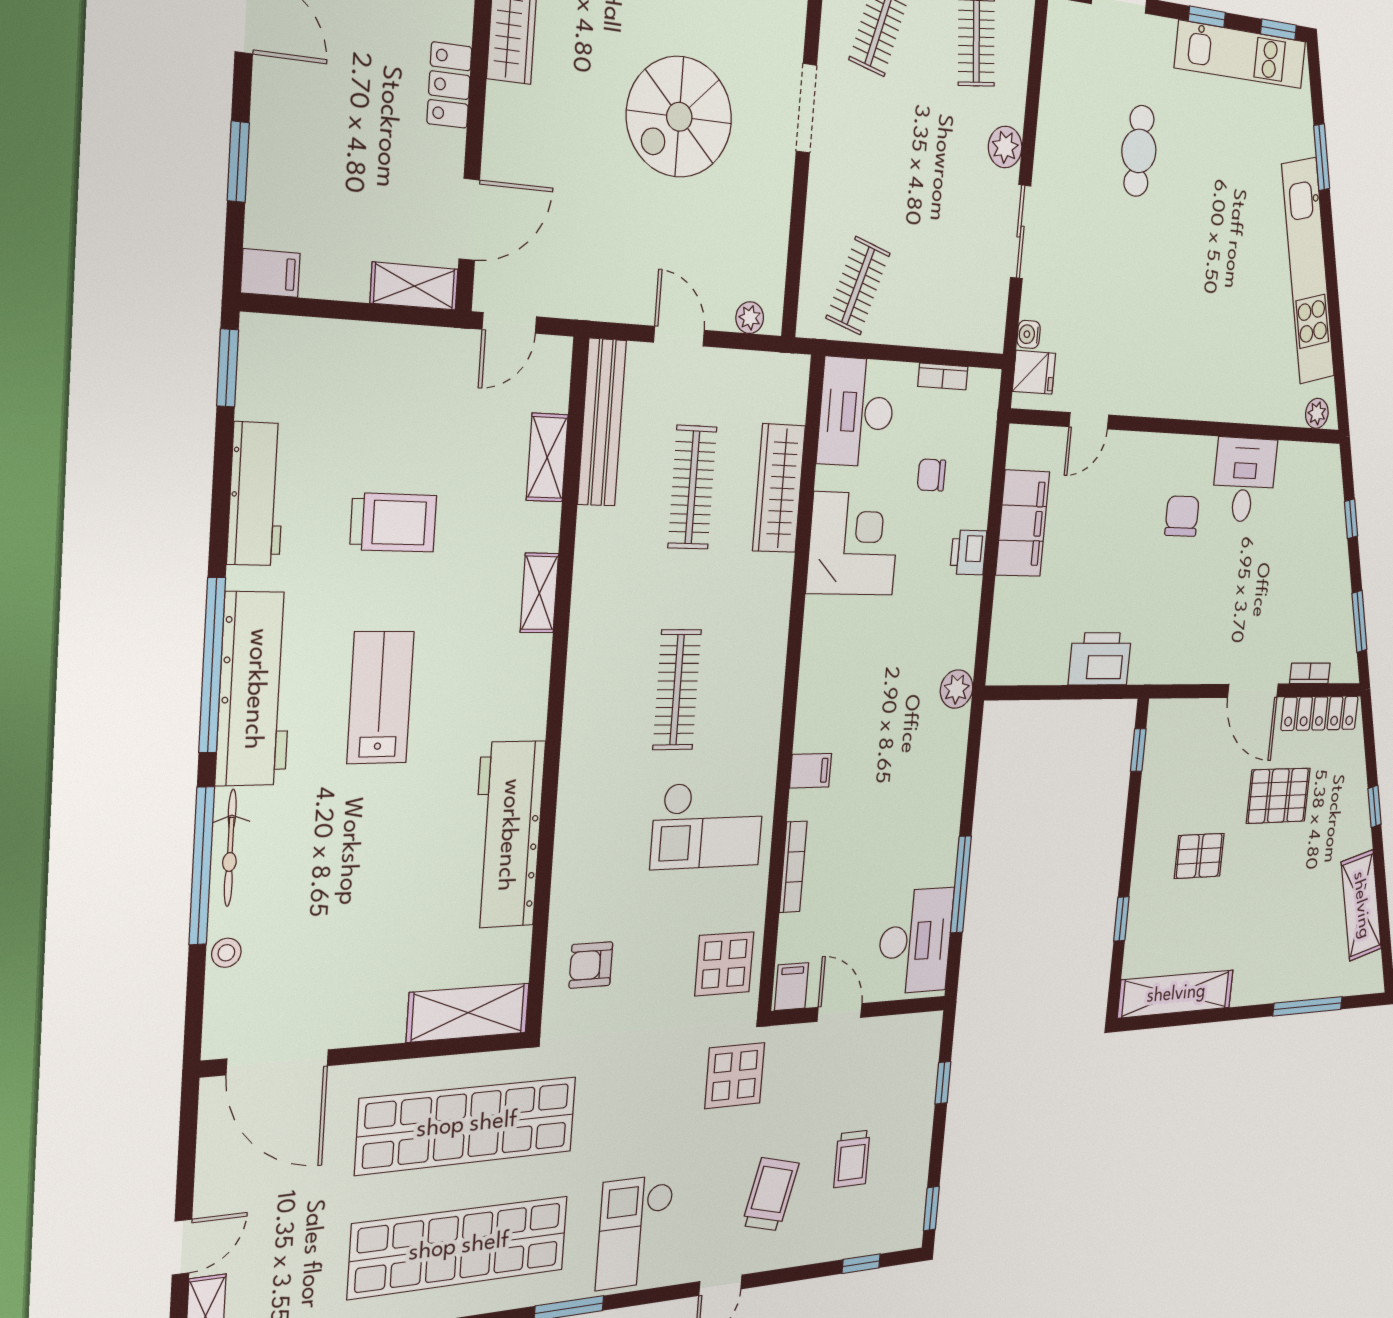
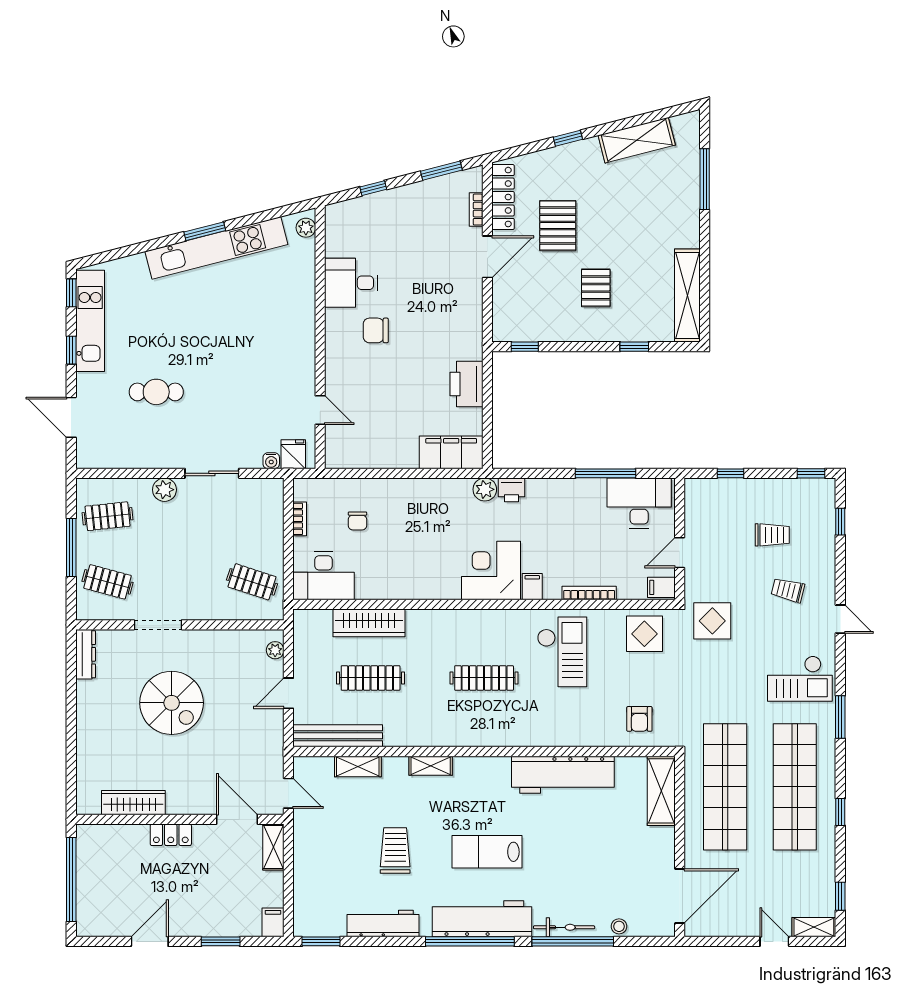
window: (1322, 157) -> (205, 231), moved
filing cabinet: (1023, 523) -> (451, 452), moved
corner desk: (853, 544) -> (491, 571), moved
printer: (968, 552) -> (511, 490), moved
trolley: (770, 1194) -> (788, 590), width x0.73, depth x0.72

